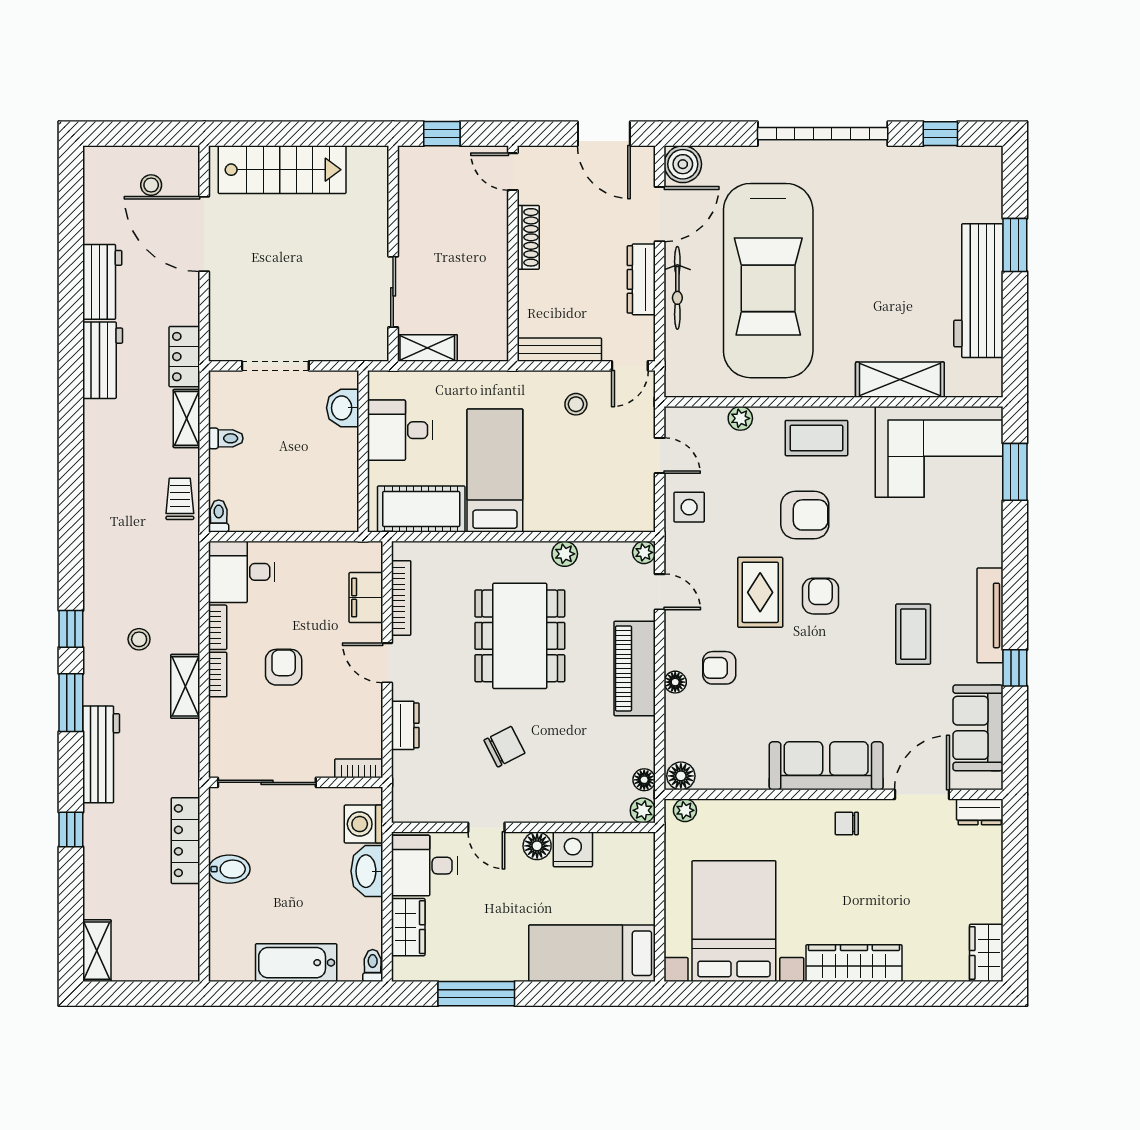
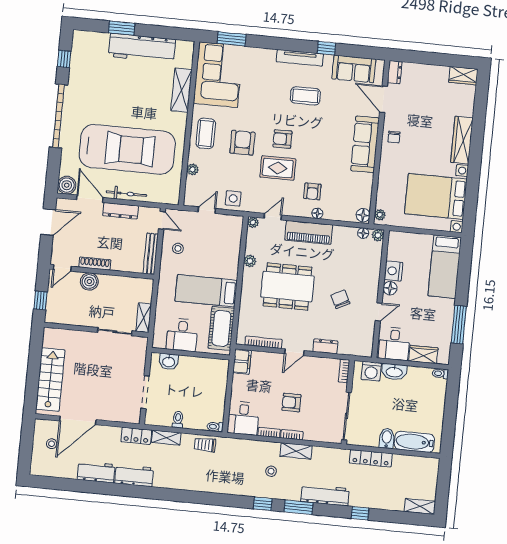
boiler: (490, 230) -> (89, 282), added
filing cabinet: (366, 598) -> (242, 362), moved, turned -90
bathtub: (296, 963) -> (414, 442), moved, turned 90

